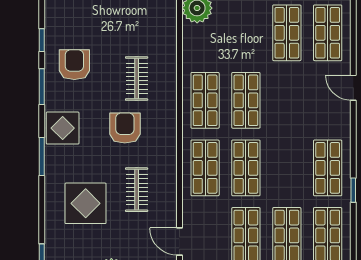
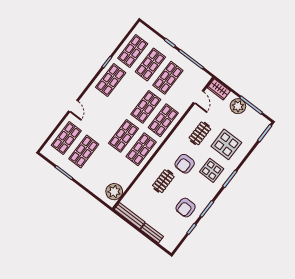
display table: (63, 128) -> (212, 170), moved

